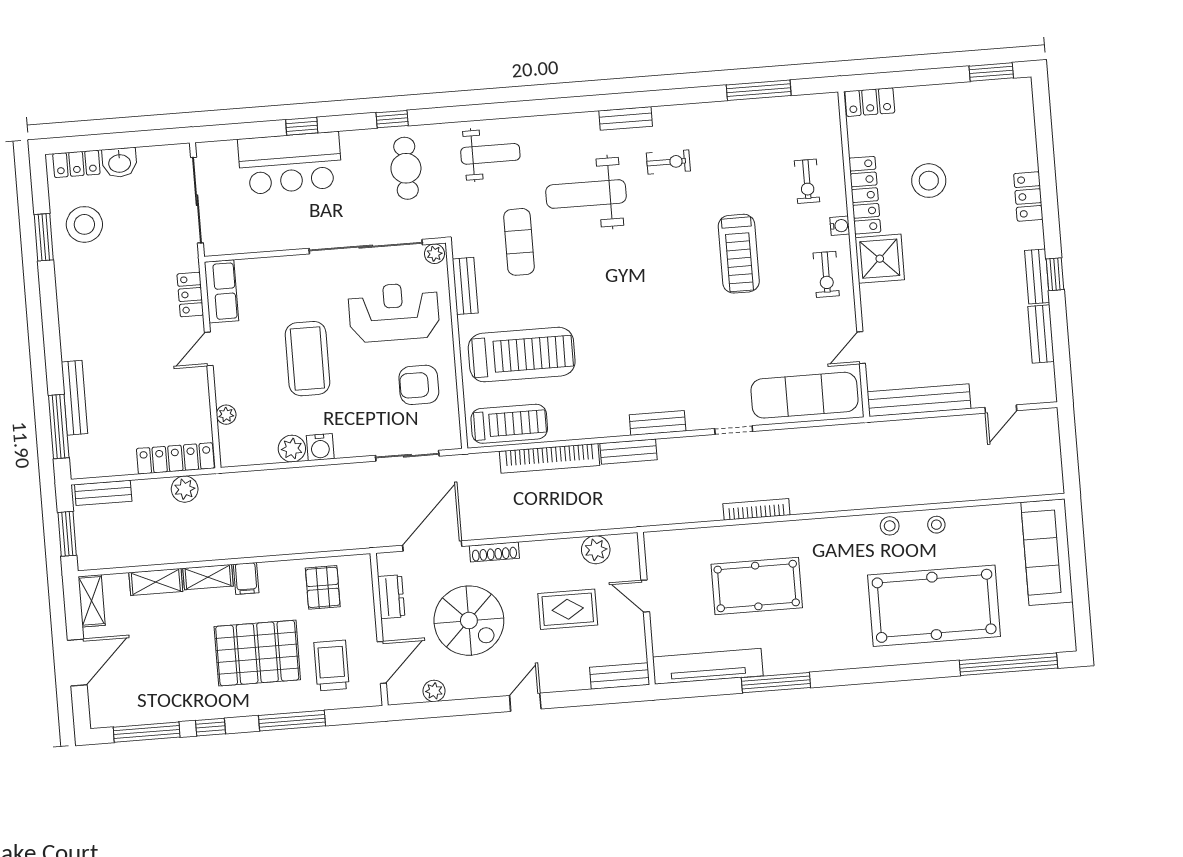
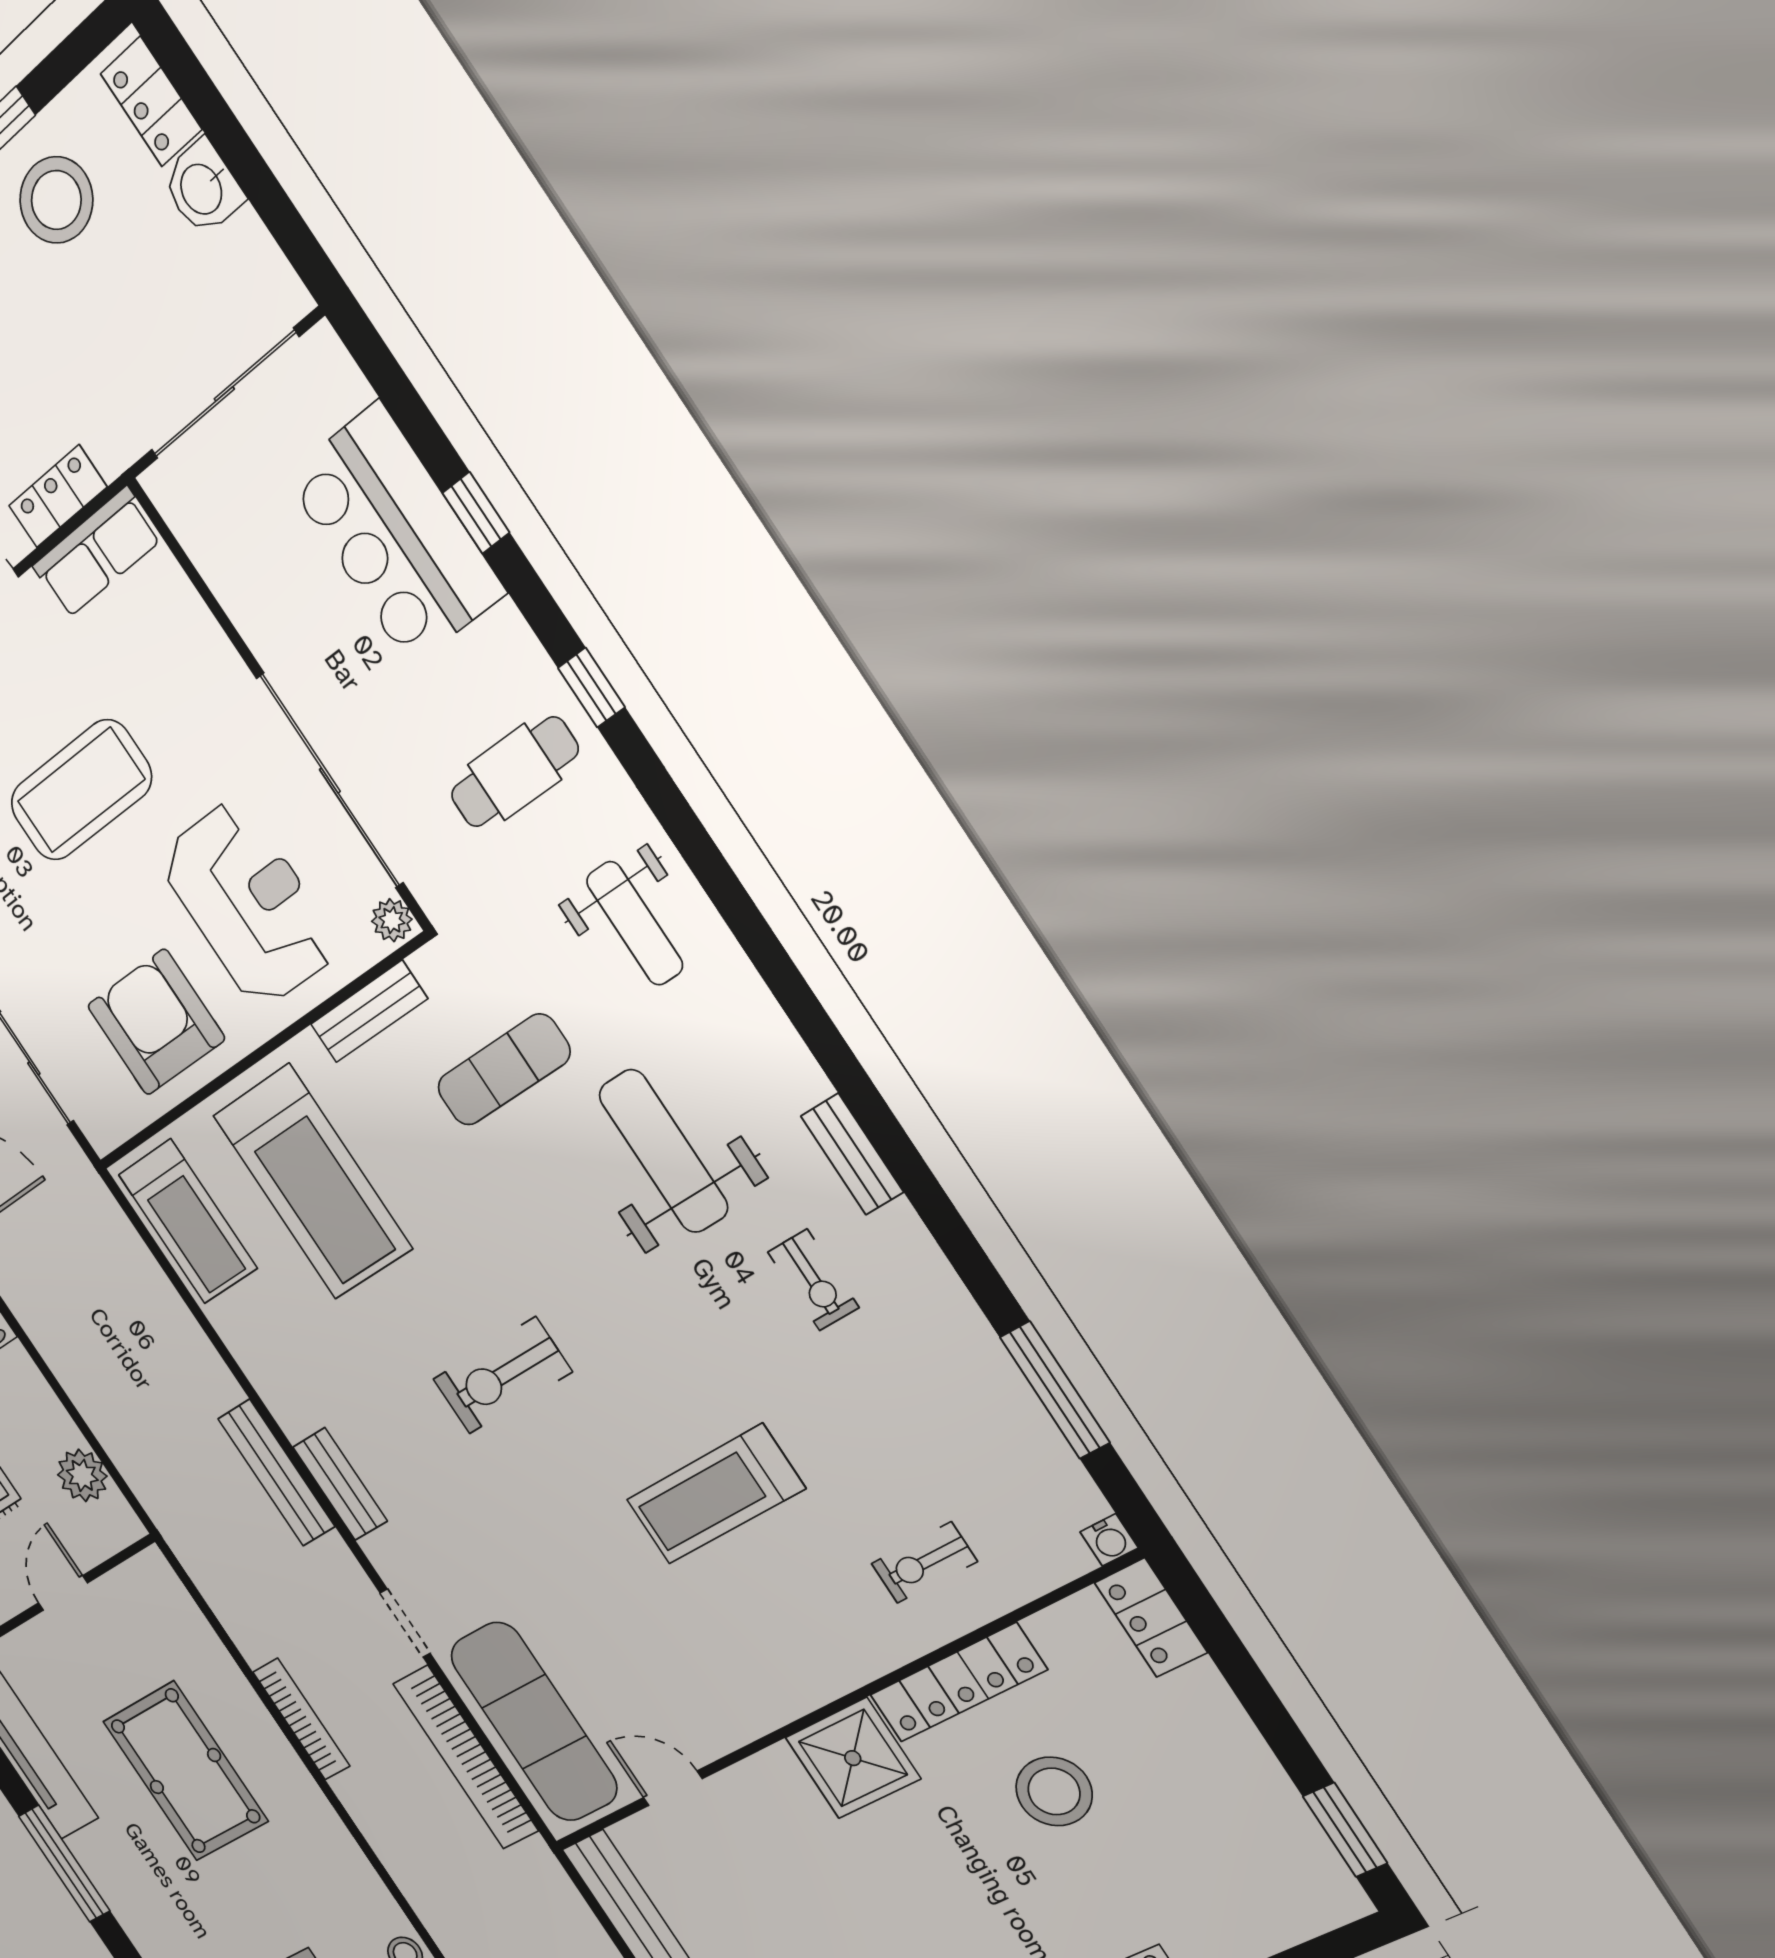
water cooler: (840, 226) -> (1109, 1540), moved
exercise bike: (826, 274) -> (502, 1376), moved, width x1.38, depth x1.39
armchair: (419, 385) -> (156, 1022), width x1.36, depth x1.36
bench: (628, 452) -> (276, 1473), width x1.36
bookcase: (549, 458) -> (466, 1757), moved

